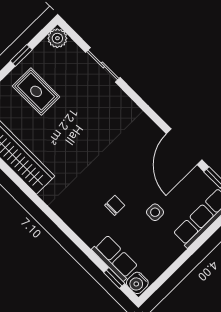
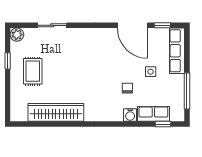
rug: (36, 91) -> (33, 71), turned 90
window: (172, 269) -> (187, 91), added
water cooler: (137, 283) -> (130, 115), moved

